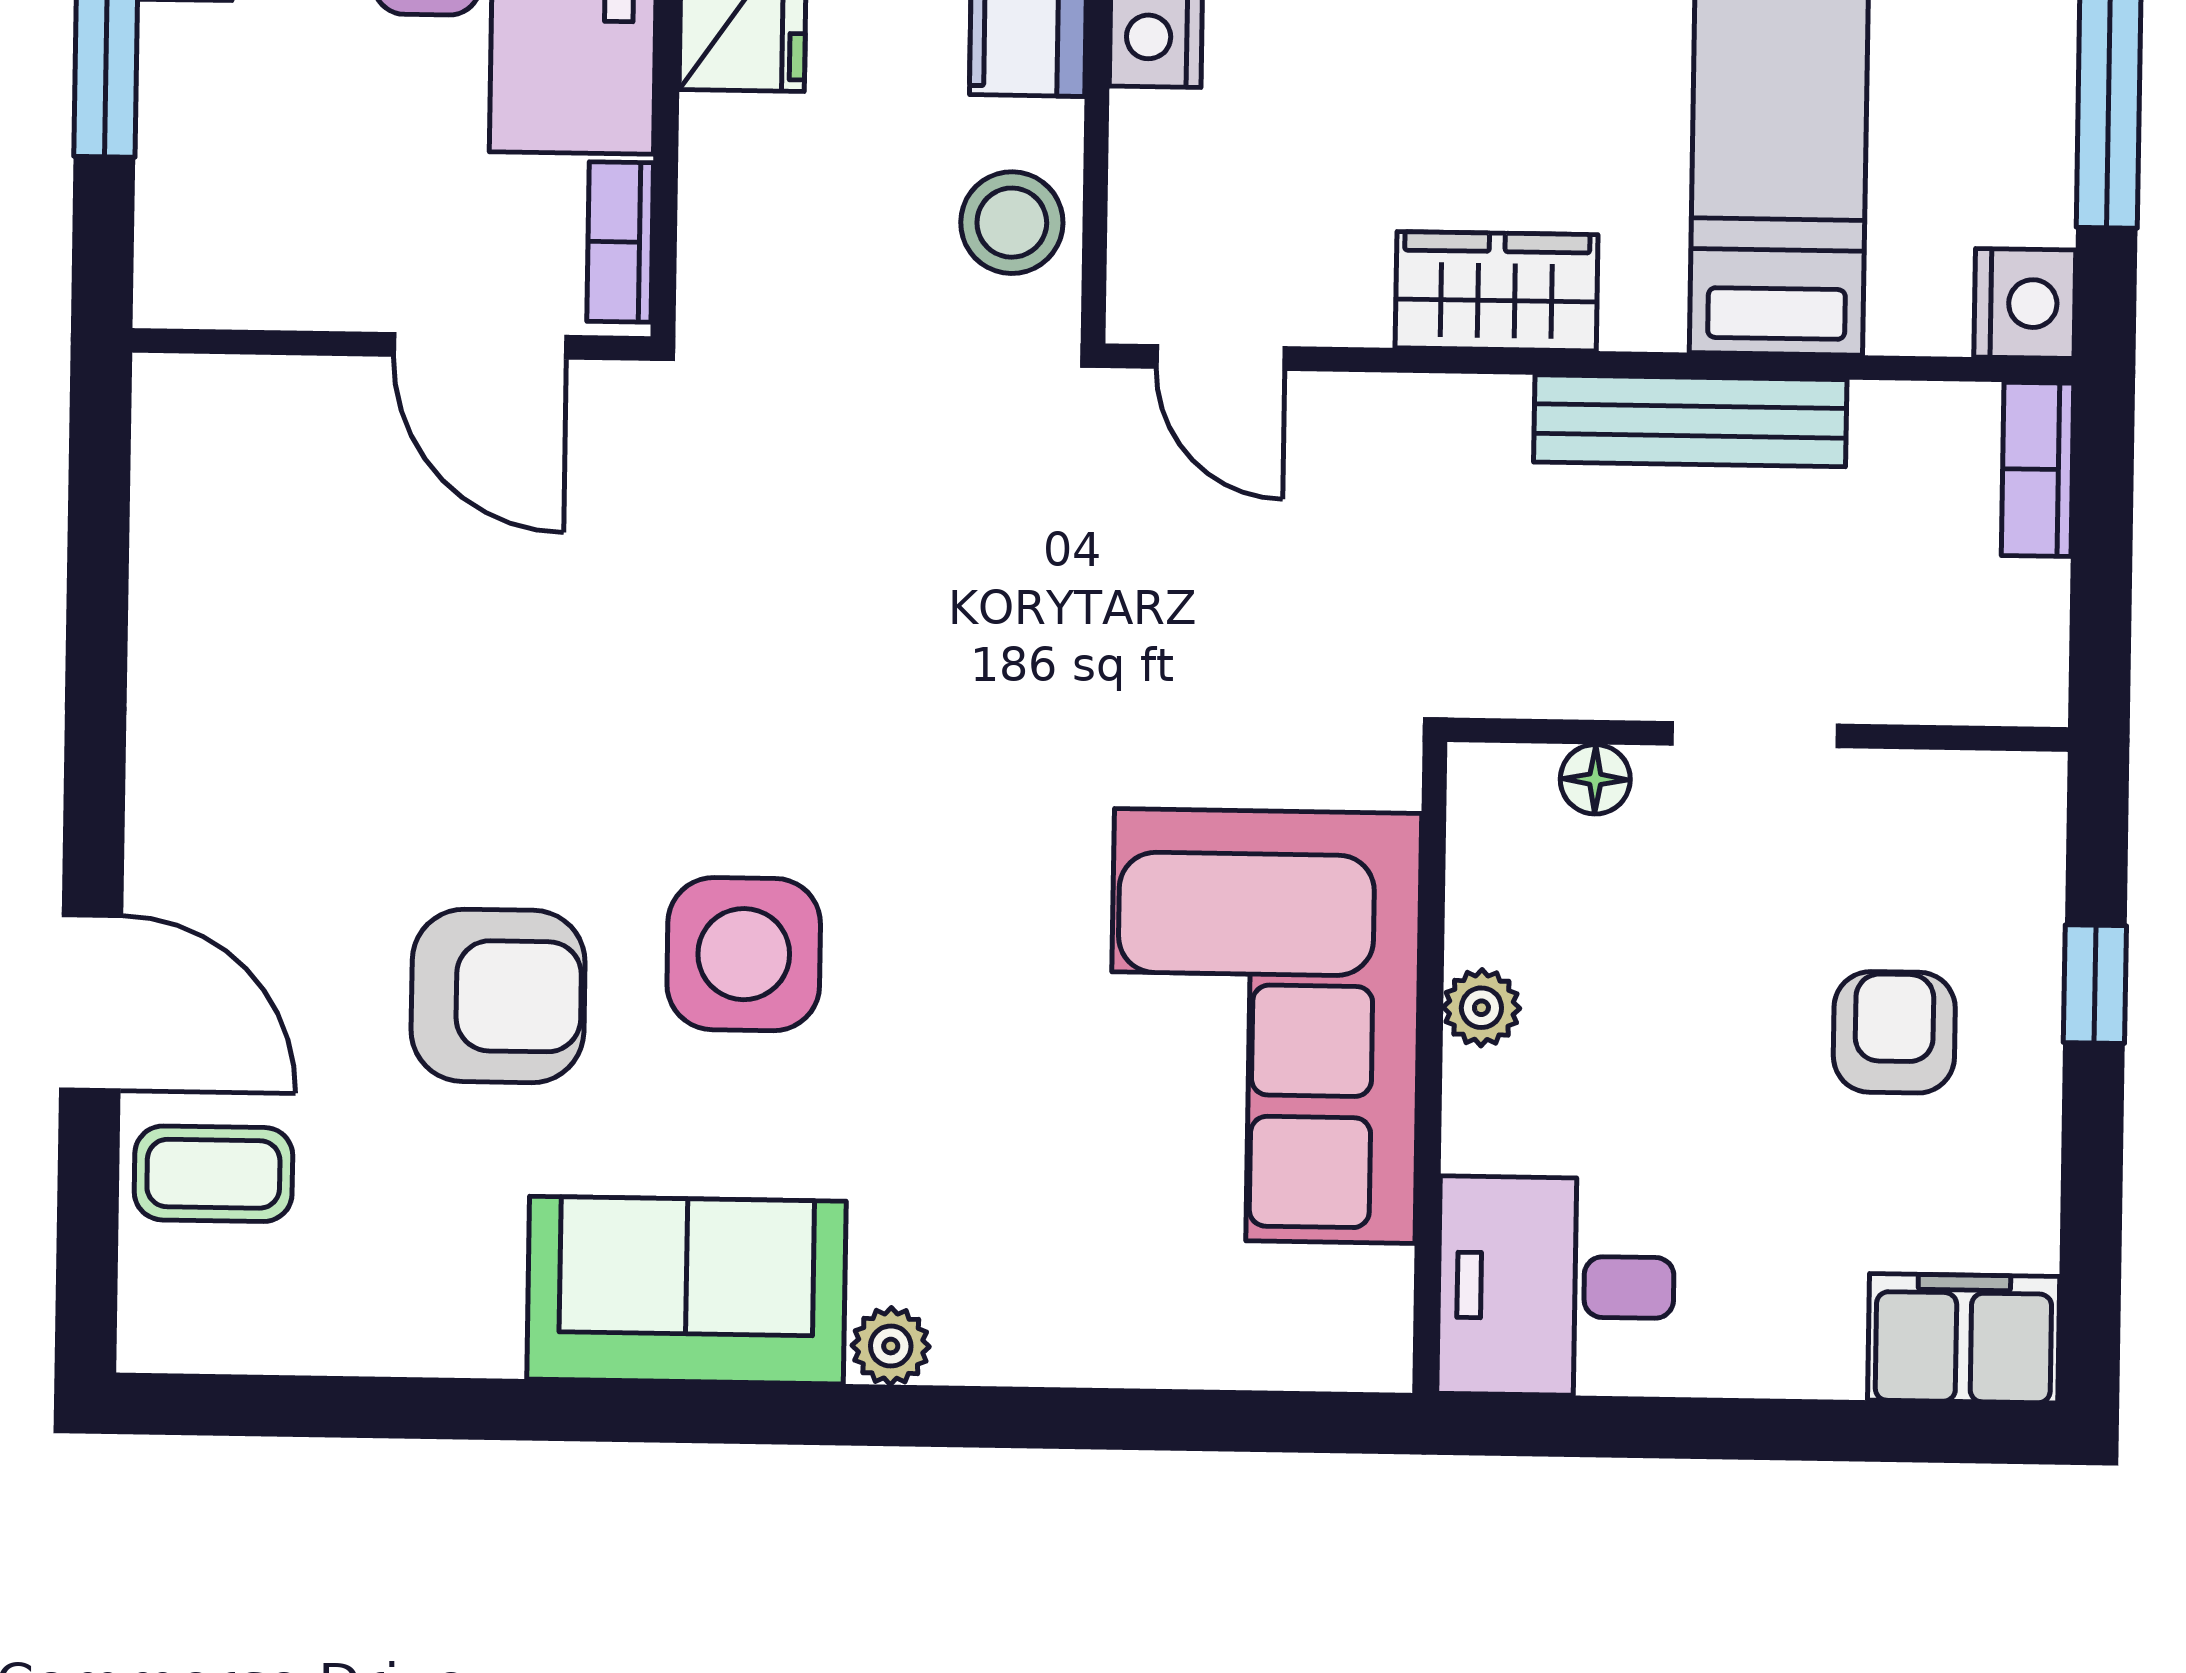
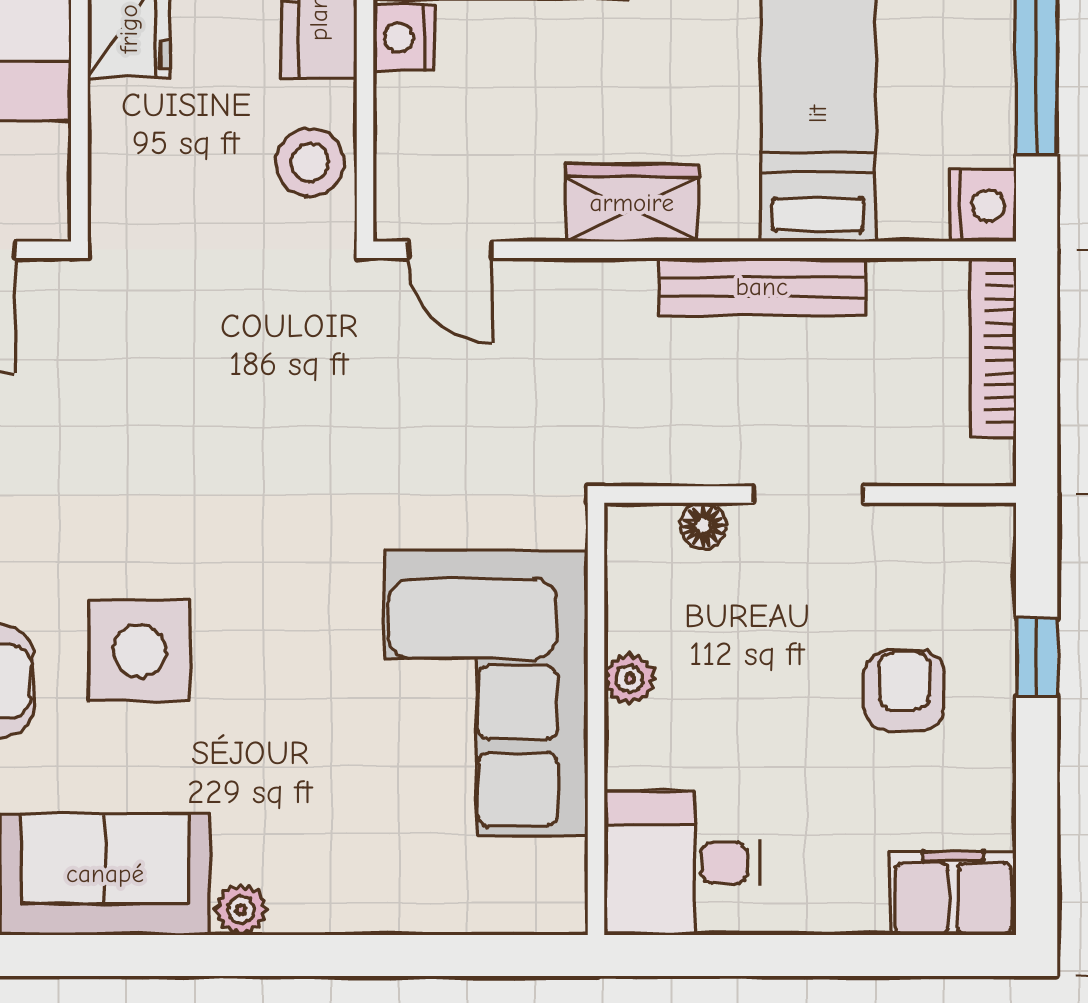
bookcase: (620, 242) -> (50, 179), removed
bookcase: (2038, 469) -> (993, 348), width x1.56

